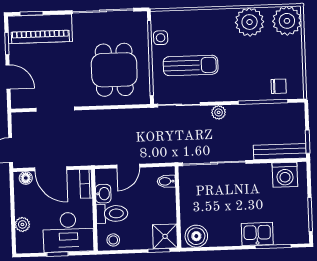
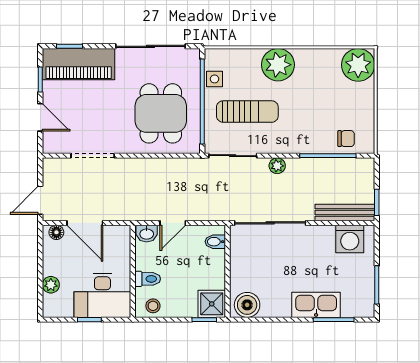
plant: (250, 22) -> (278, 65), moved
bookcase: (86, 184) -> (124, 241), removed
washbasin: (103, 194) -> (147, 234), moved, turned 90
toilet: (112, 214) -> (148, 279), width x0.73, depth x0.72
kitchen sink: (257, 234) -> (316, 305), width x1.38

